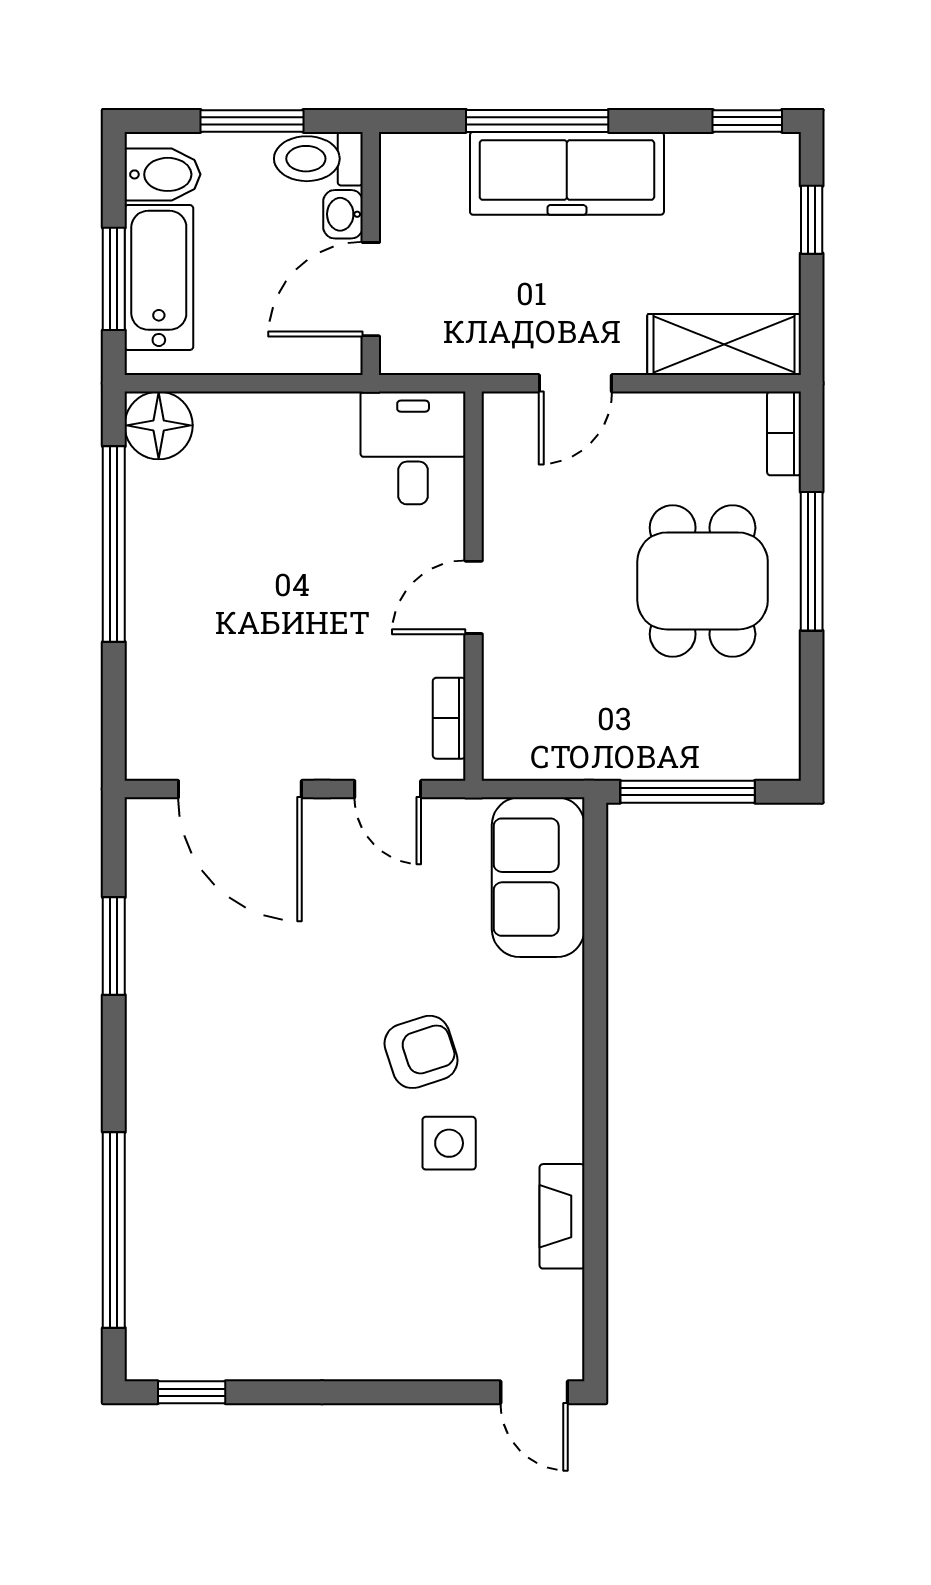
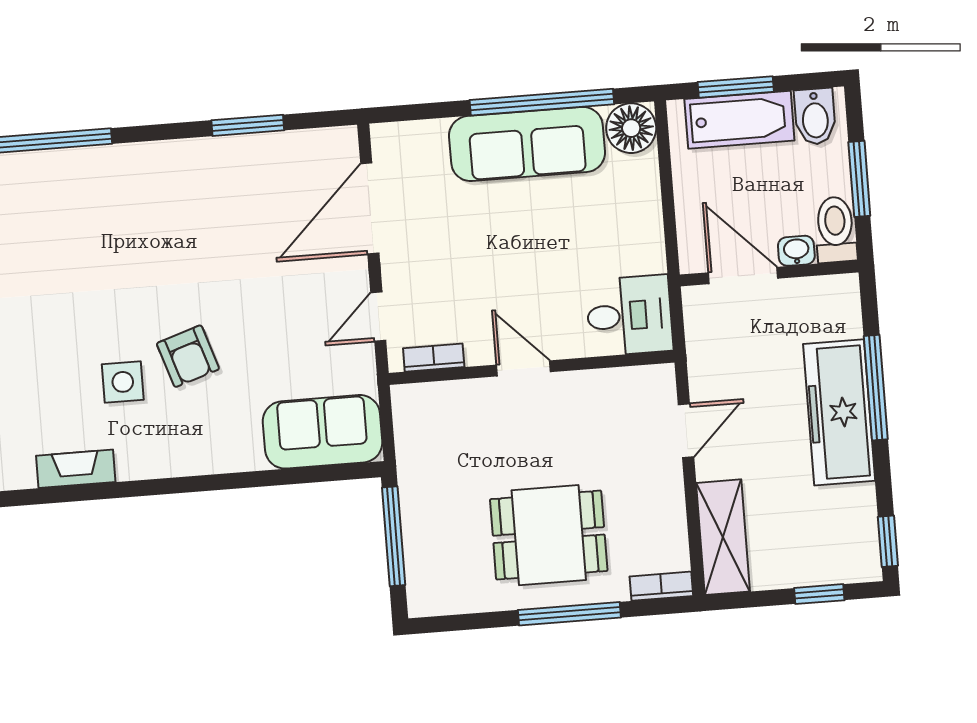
door: (575, 383) -> (686, 431), swing flipped
sofa: (169, 569) -> (527, 144), added

